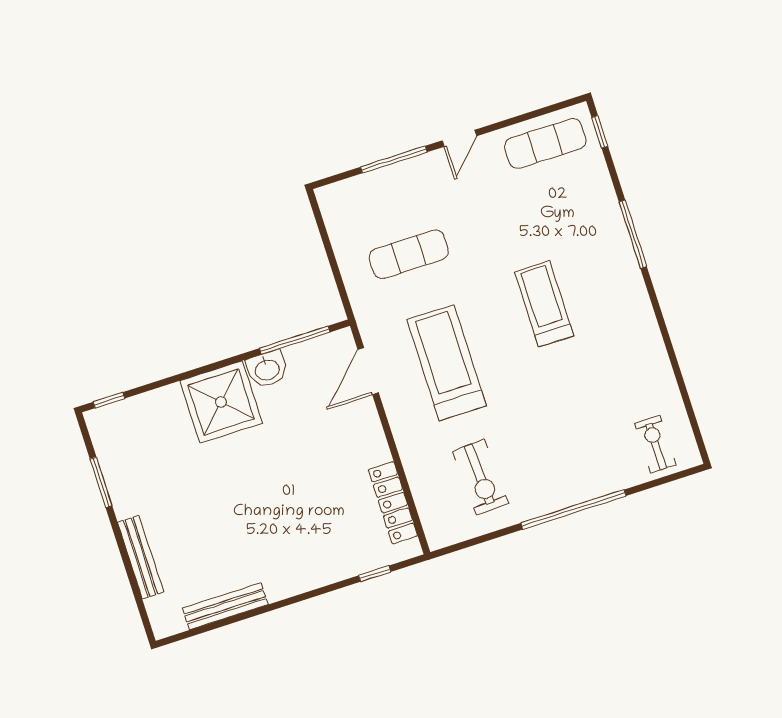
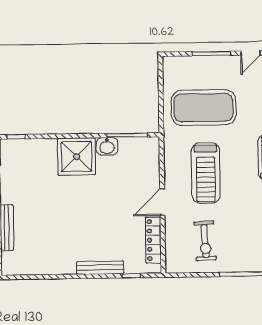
exercise mat: (409, 254) -> (203, 108), width x2.00, depth x1.45
treadmill: (446, 363) -> (206, 173), turned 180
door: (368, 371) -> (162, 202), moved
bench: (225, 606) -> (100, 268), moved

